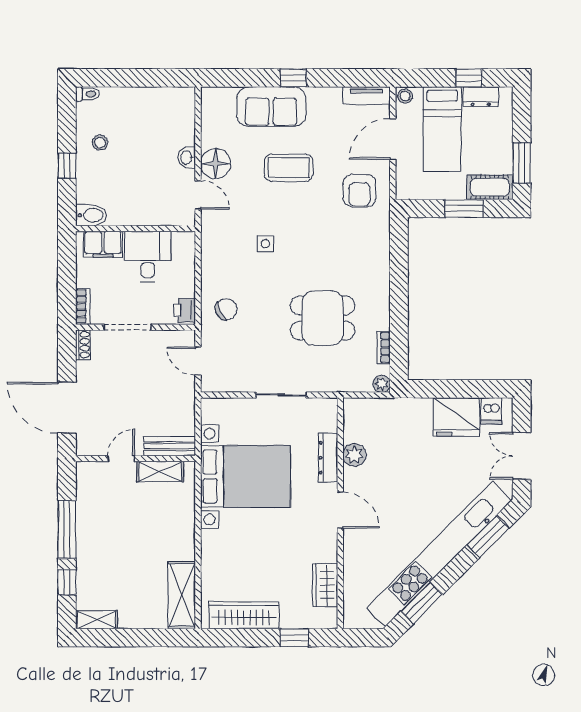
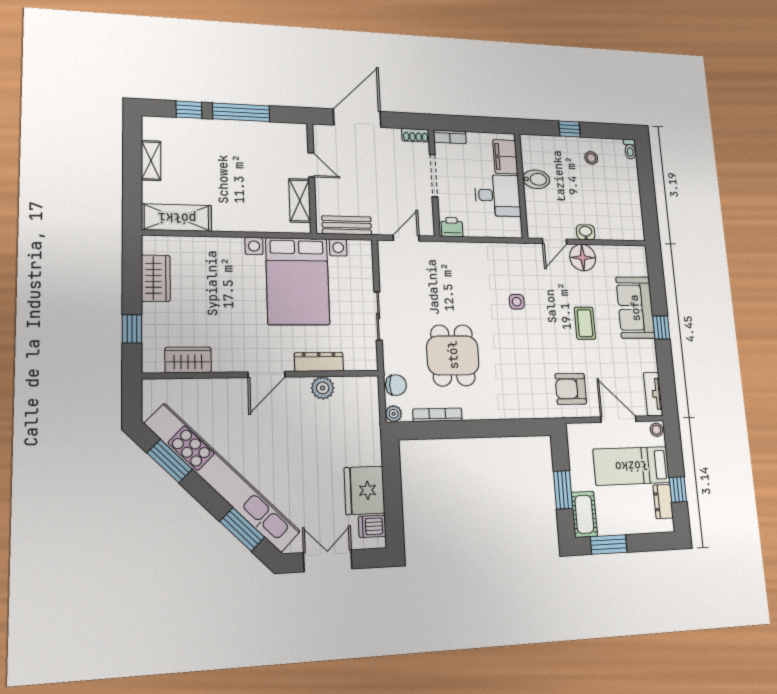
coffee table: (289, 168) -> (585, 323), width x0.73, depth x0.77
bidet: (91, 215) -> (536, 179), moved, turned -90
chair: (226, 309) -> (396, 385), moved, turned -65
bookcase: (384, 347) -> (437, 415), width x1.56
bench: (170, 446) -> (347, 225), moved, turned 90
wardrobe: (244, 615) -> (156, 278), width x0.67
shelving: (96, 620) -> (151, 160), moved

